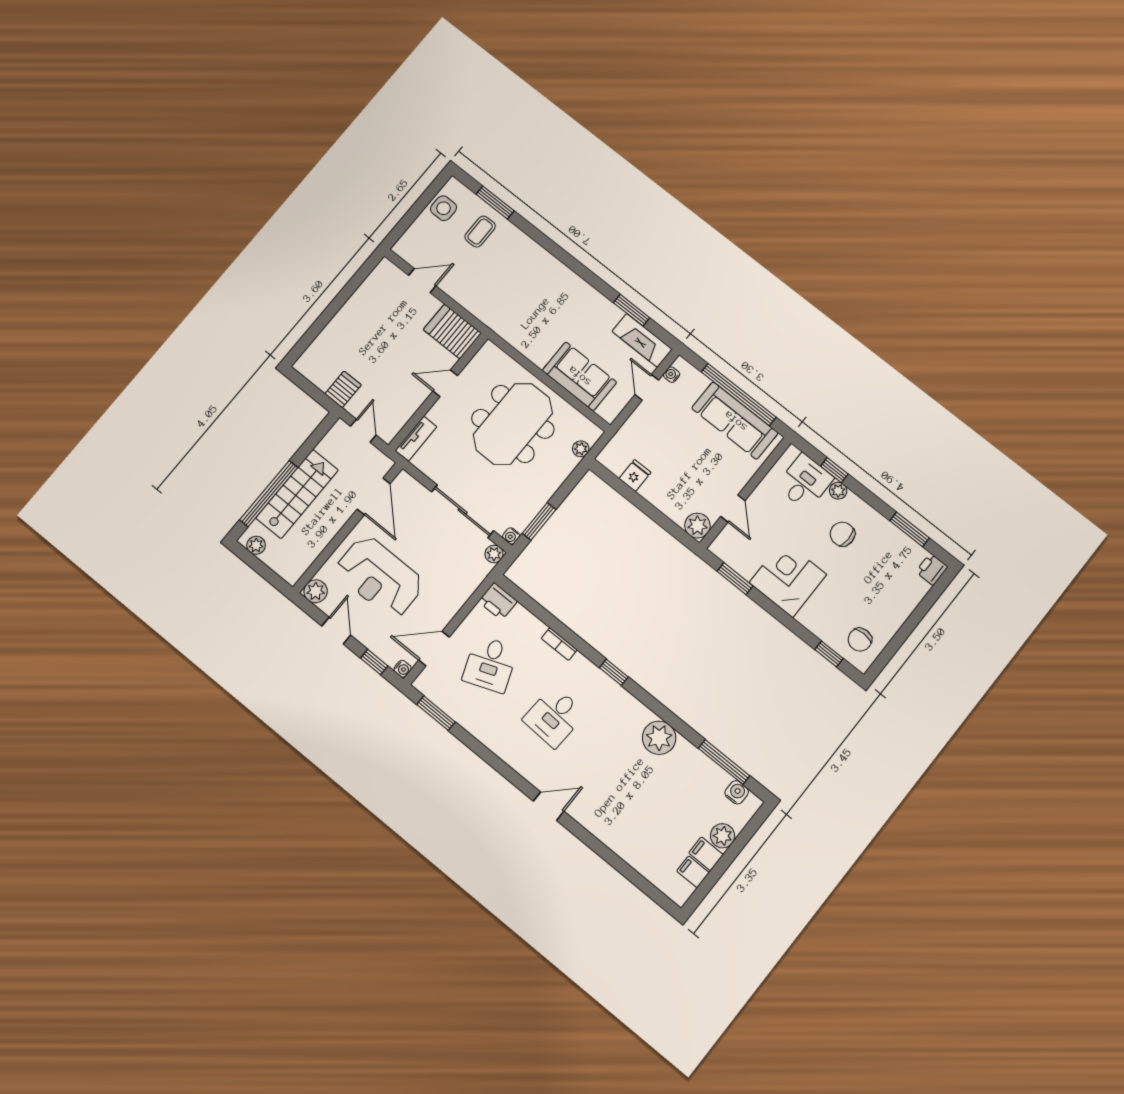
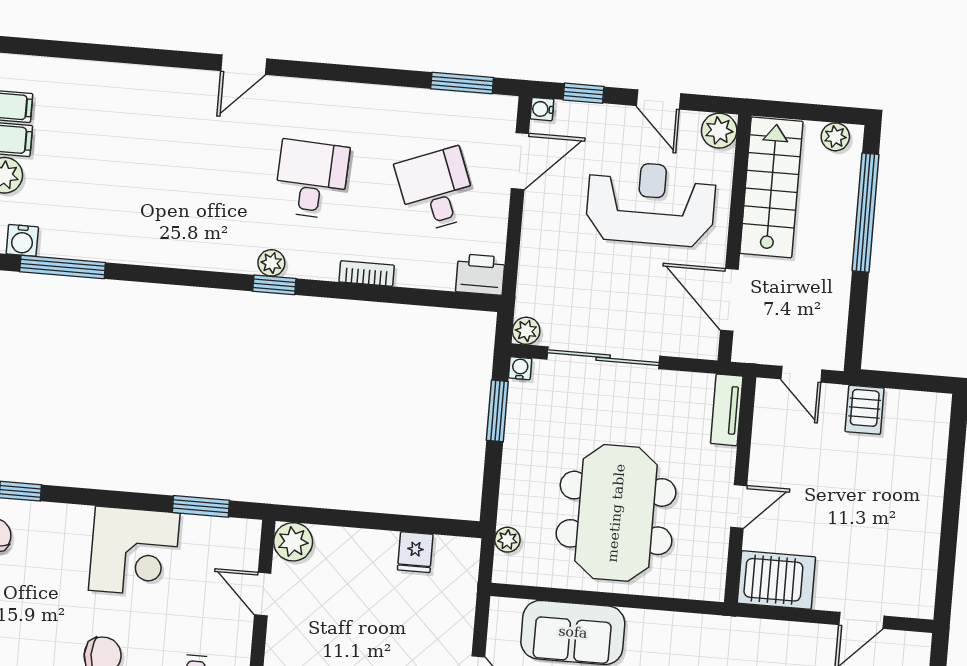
stairs: (297, 494) -> (771, 187), moved, turned 180
plant: (659, 738) -> (271, 263), moved, width x0.53, depth x0.53

